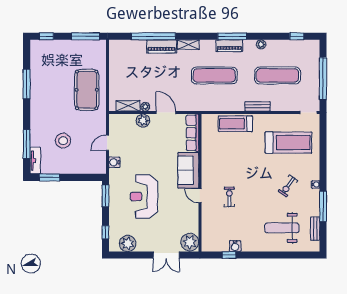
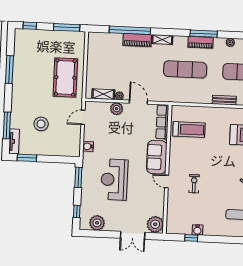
treadmill: (235, 124) -> (189, 130), moved, turned 180
door: (107, 143) -> (83, 117), moved

